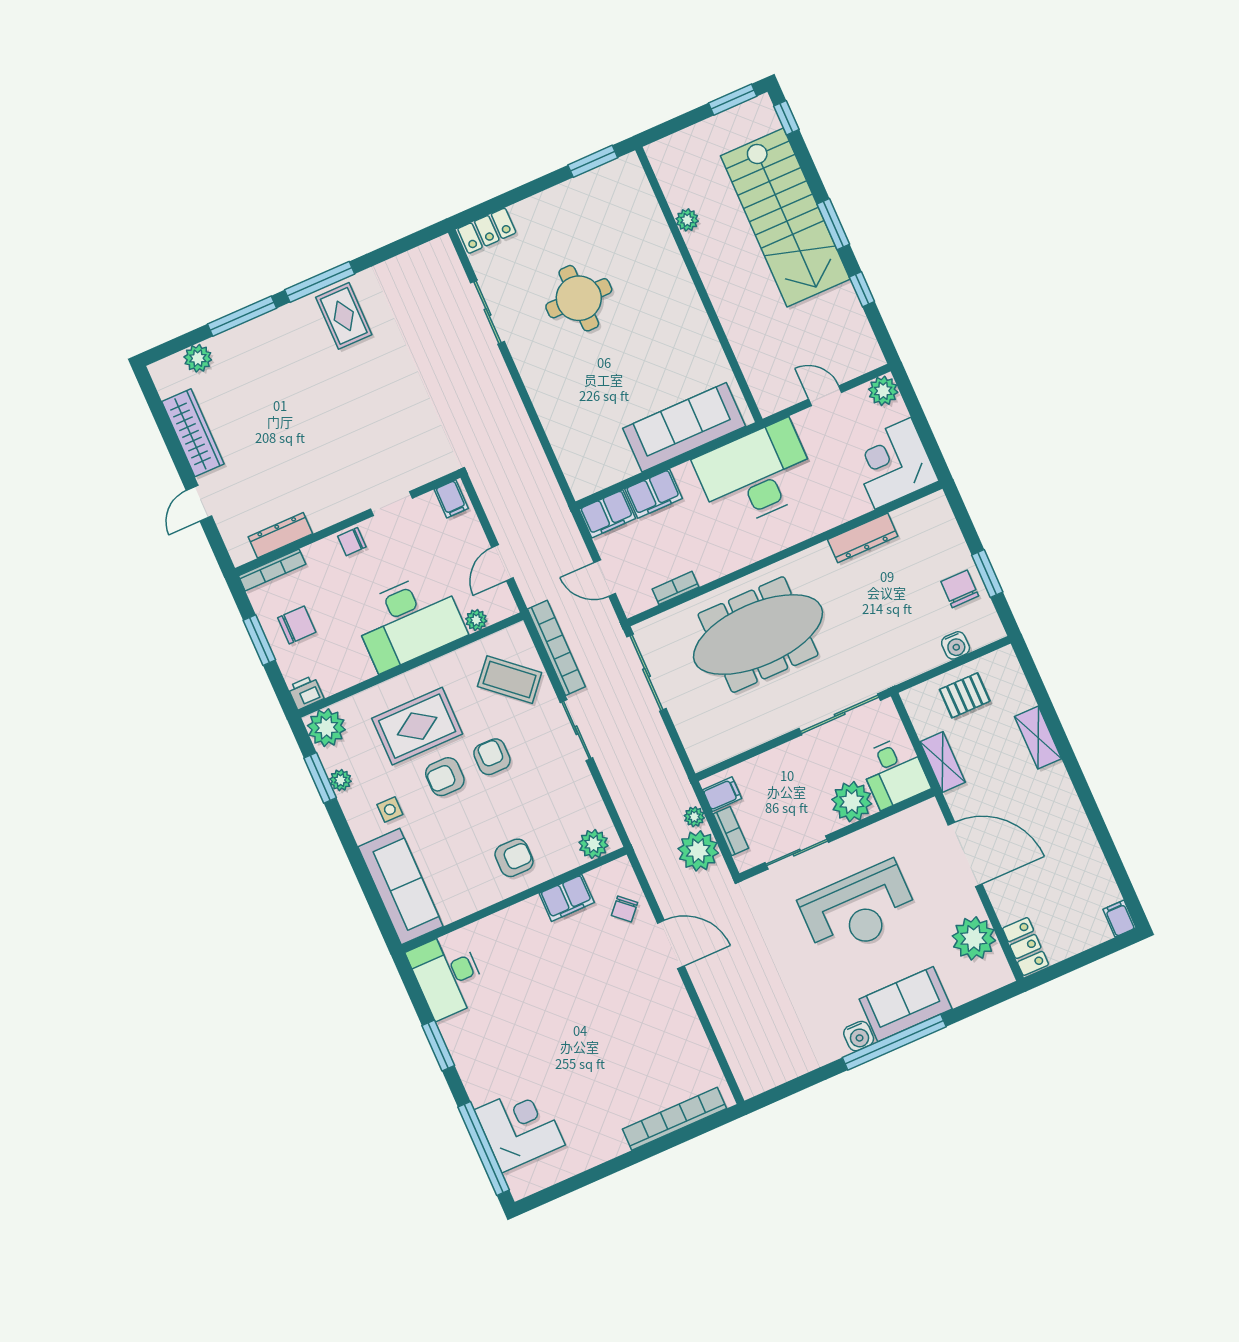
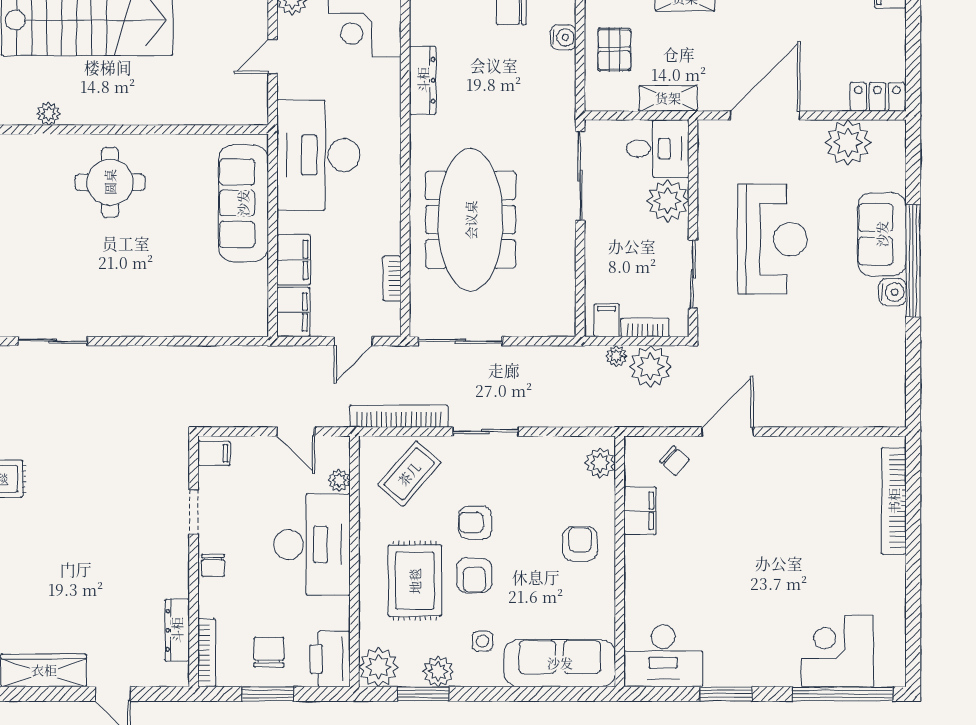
round table: (579, 298) -> (110, 182), moved
printer: (306, 693) -> (330, 659), width x1.87, depth x1.48
plant: (340, 780) -> (438, 671), width x1.38, depth x1.38

